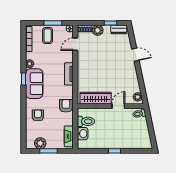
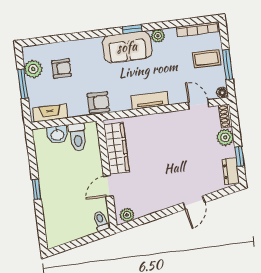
door: (118, 106) -> (108, 186), swing flipped
armchair: (38, 115) -> (61, 68), moved

